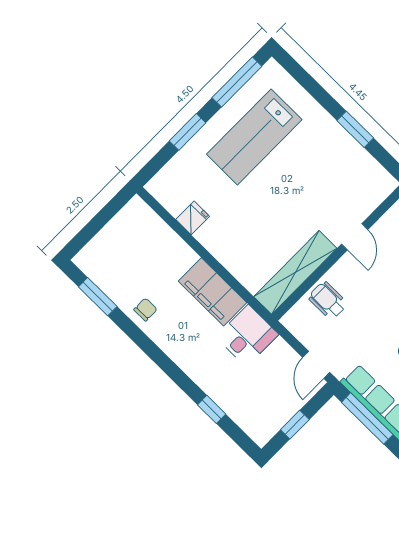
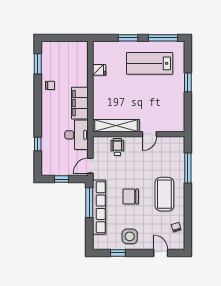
window: (355, 129) -> (188, 82), moved
desk: (247, 336) -> (76, 135), width x1.37

